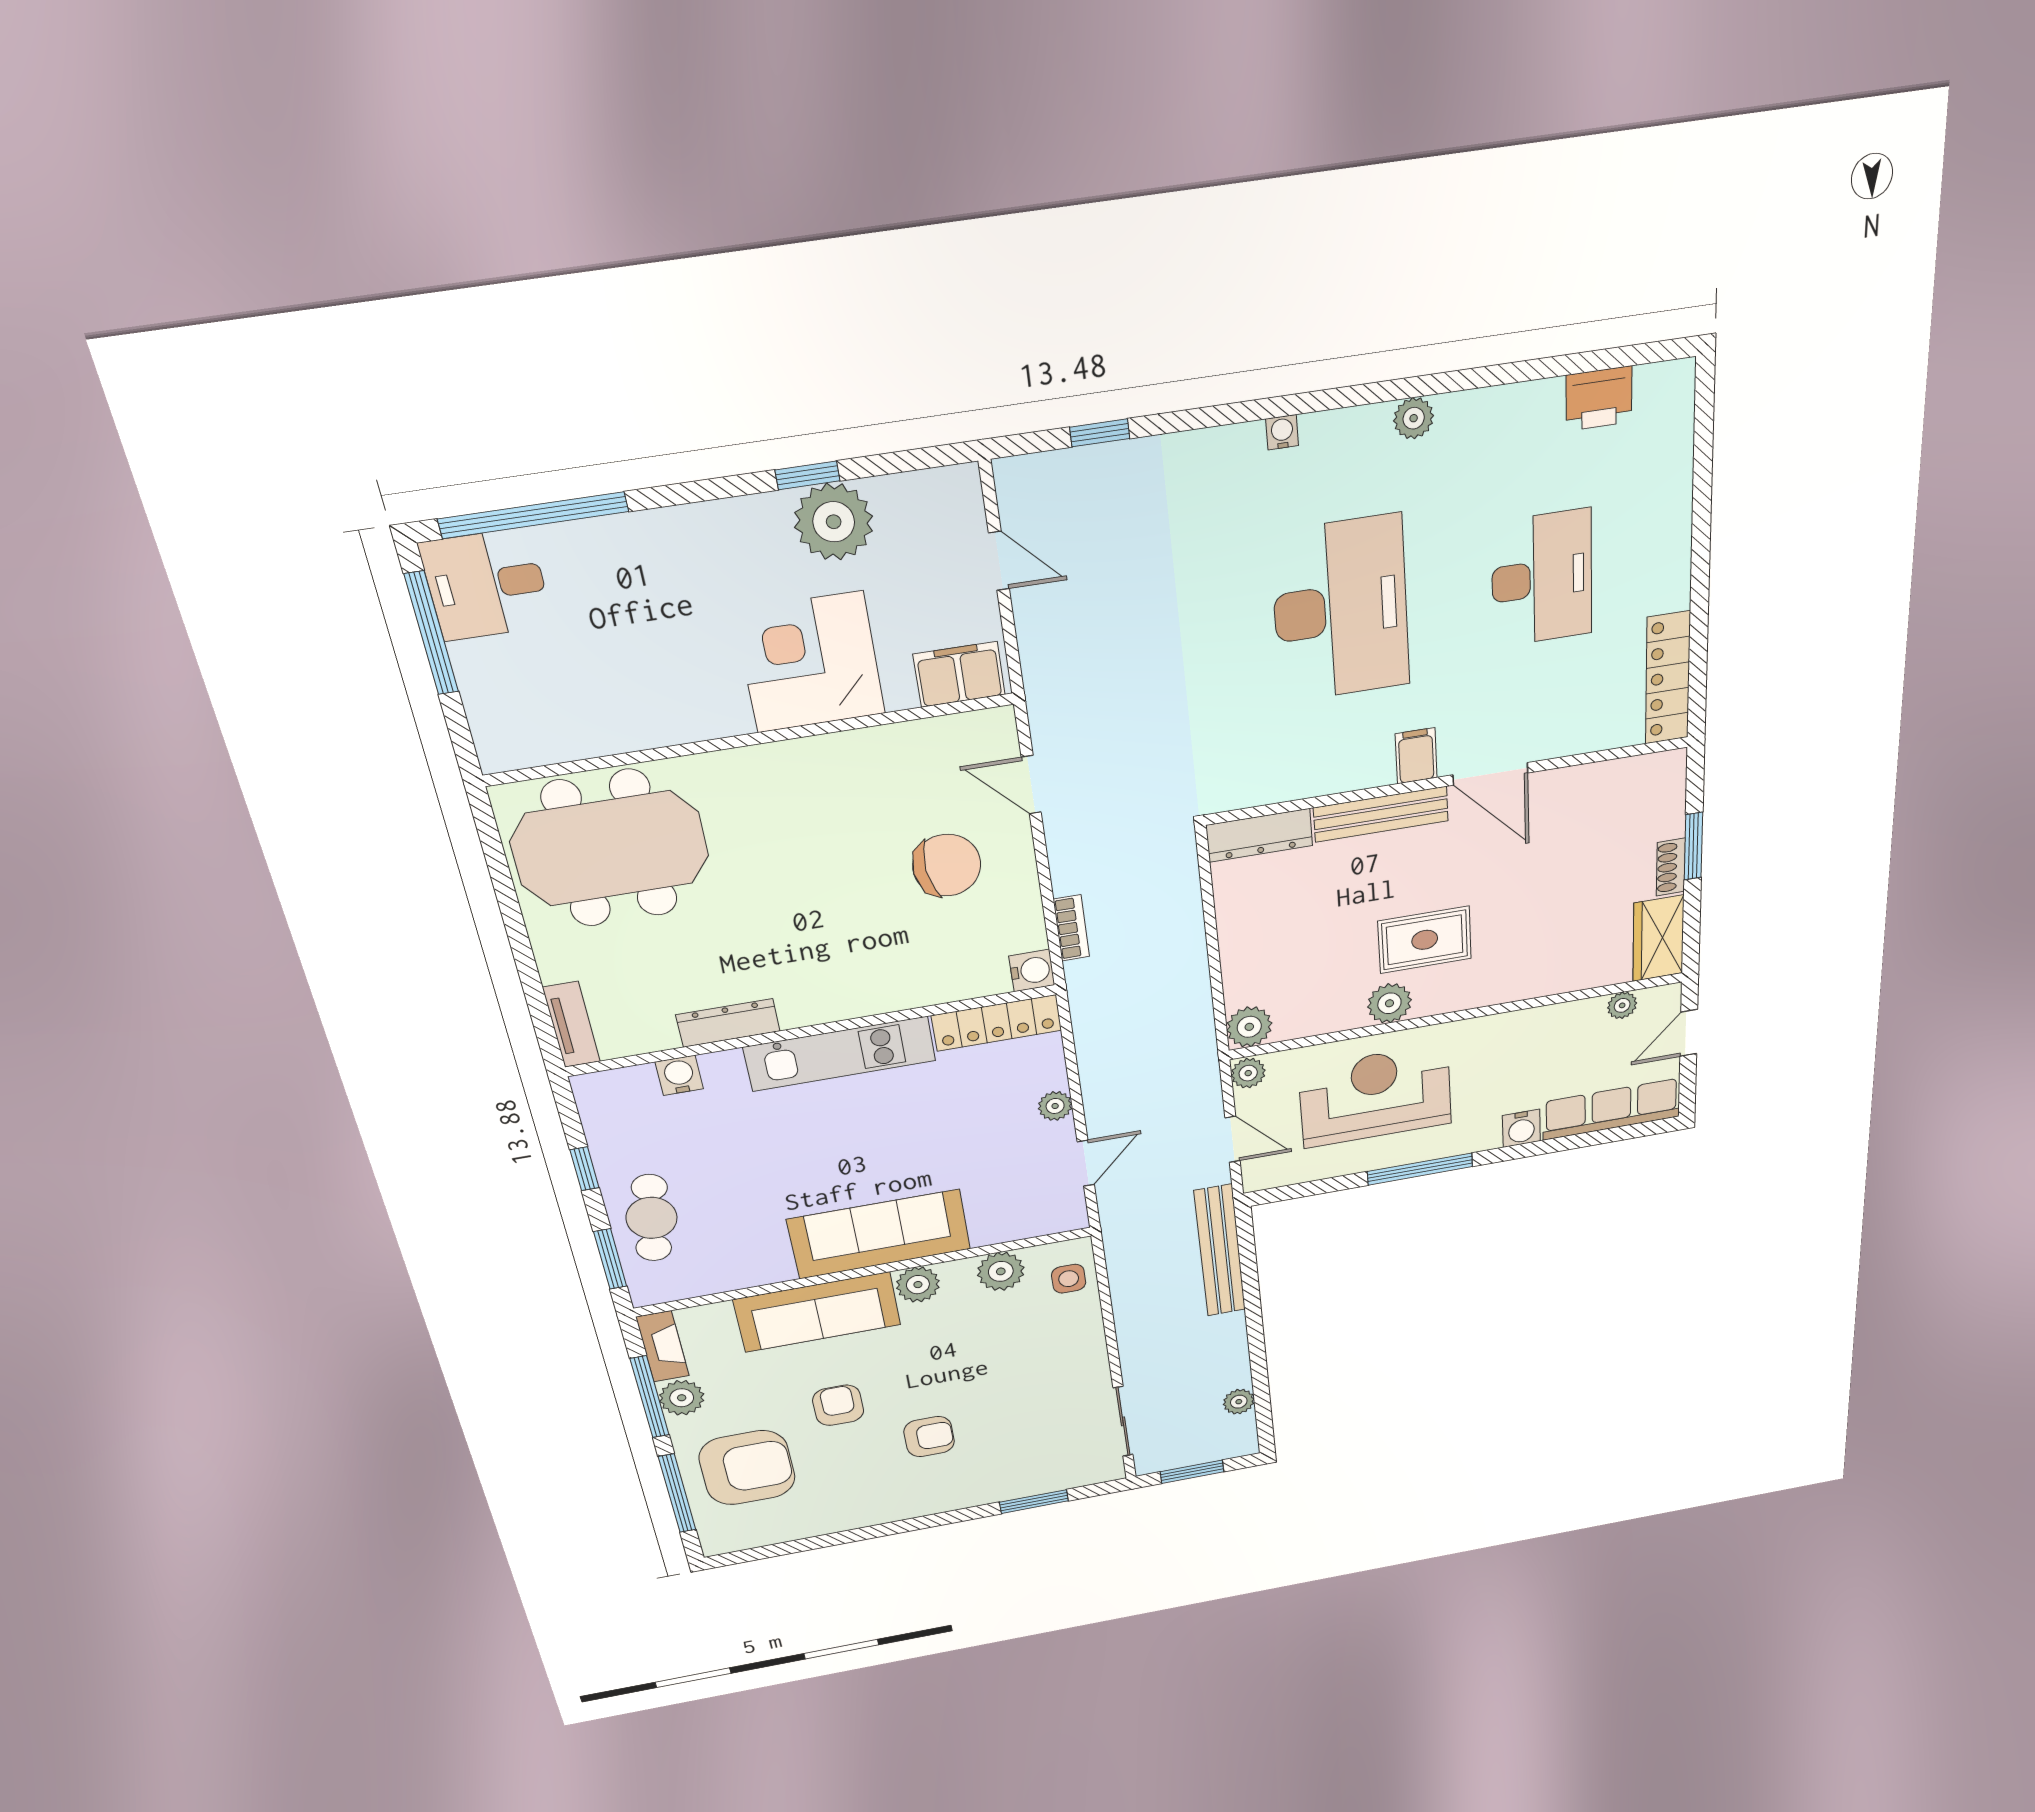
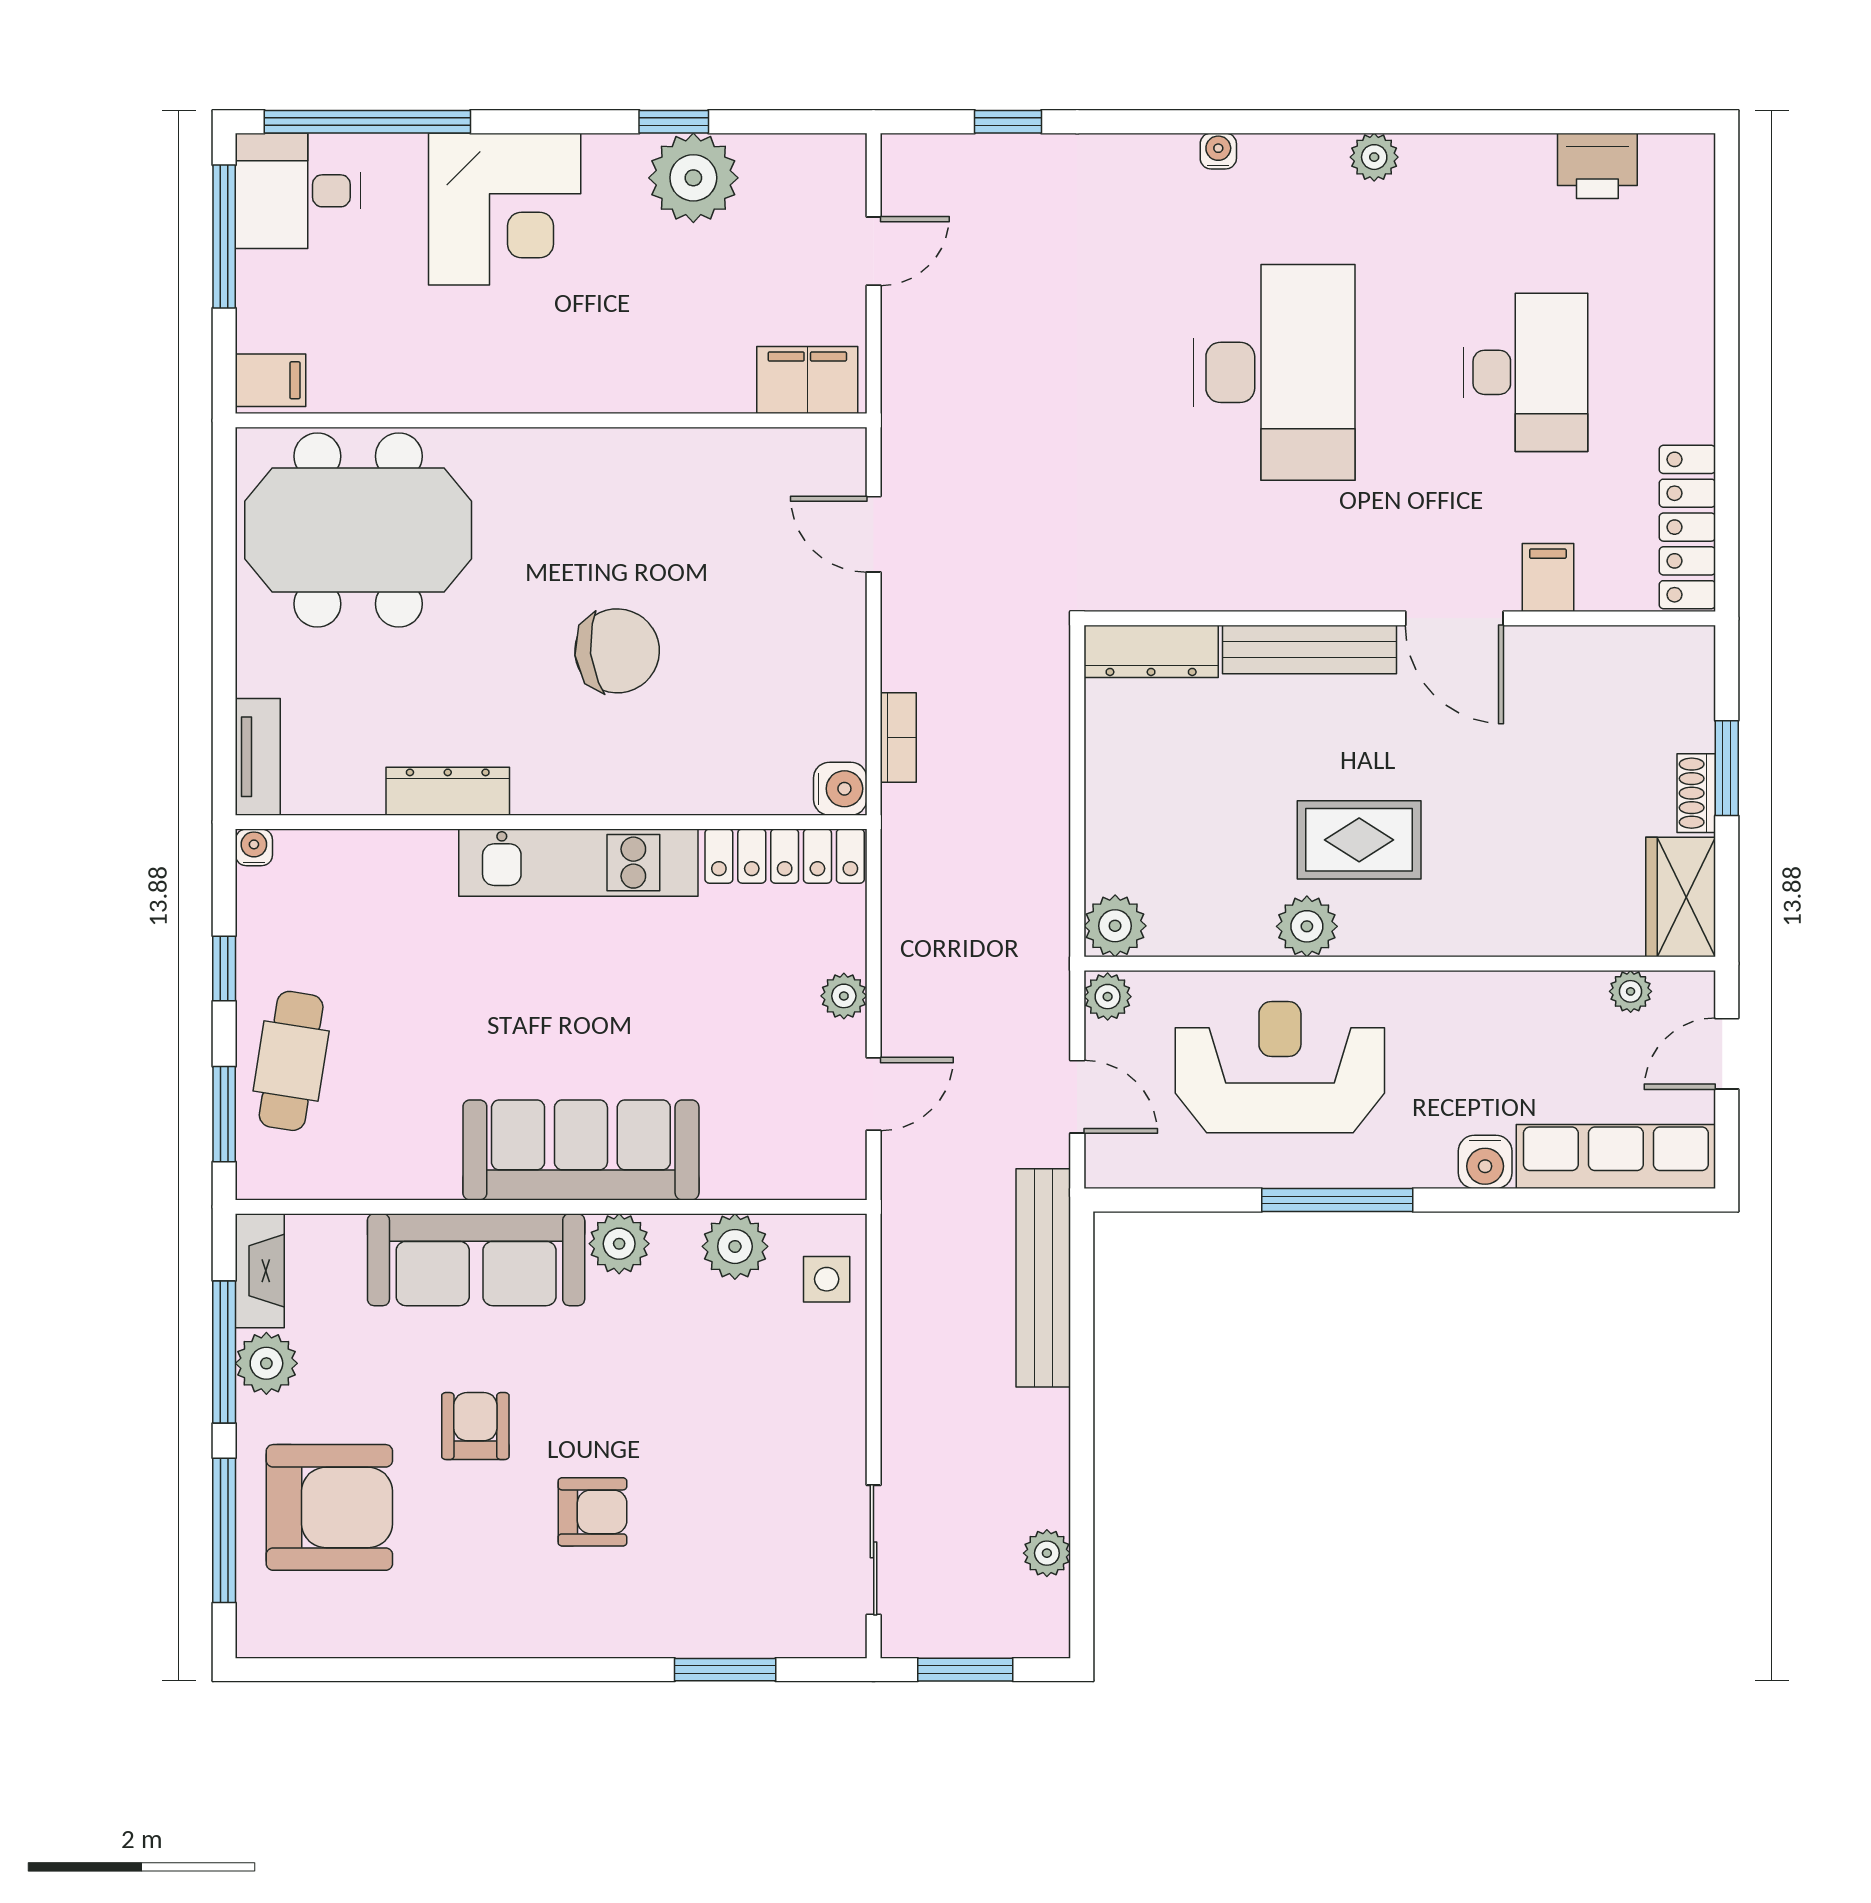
door: (999, 561) -> (874, 251), hinge flipped
corner desk: (810, 662) -> (505, 209), moved, turned 180
filing cabinet: (505, 745) -> (270, 380), added
filing cabinet: (1416, 756) -> (1548, 577), moved
chair: (947, 865) -> (617, 651), moved
water cooler: (679, 1075) -> (254, 847), moved, width x0.72, depth x0.72

